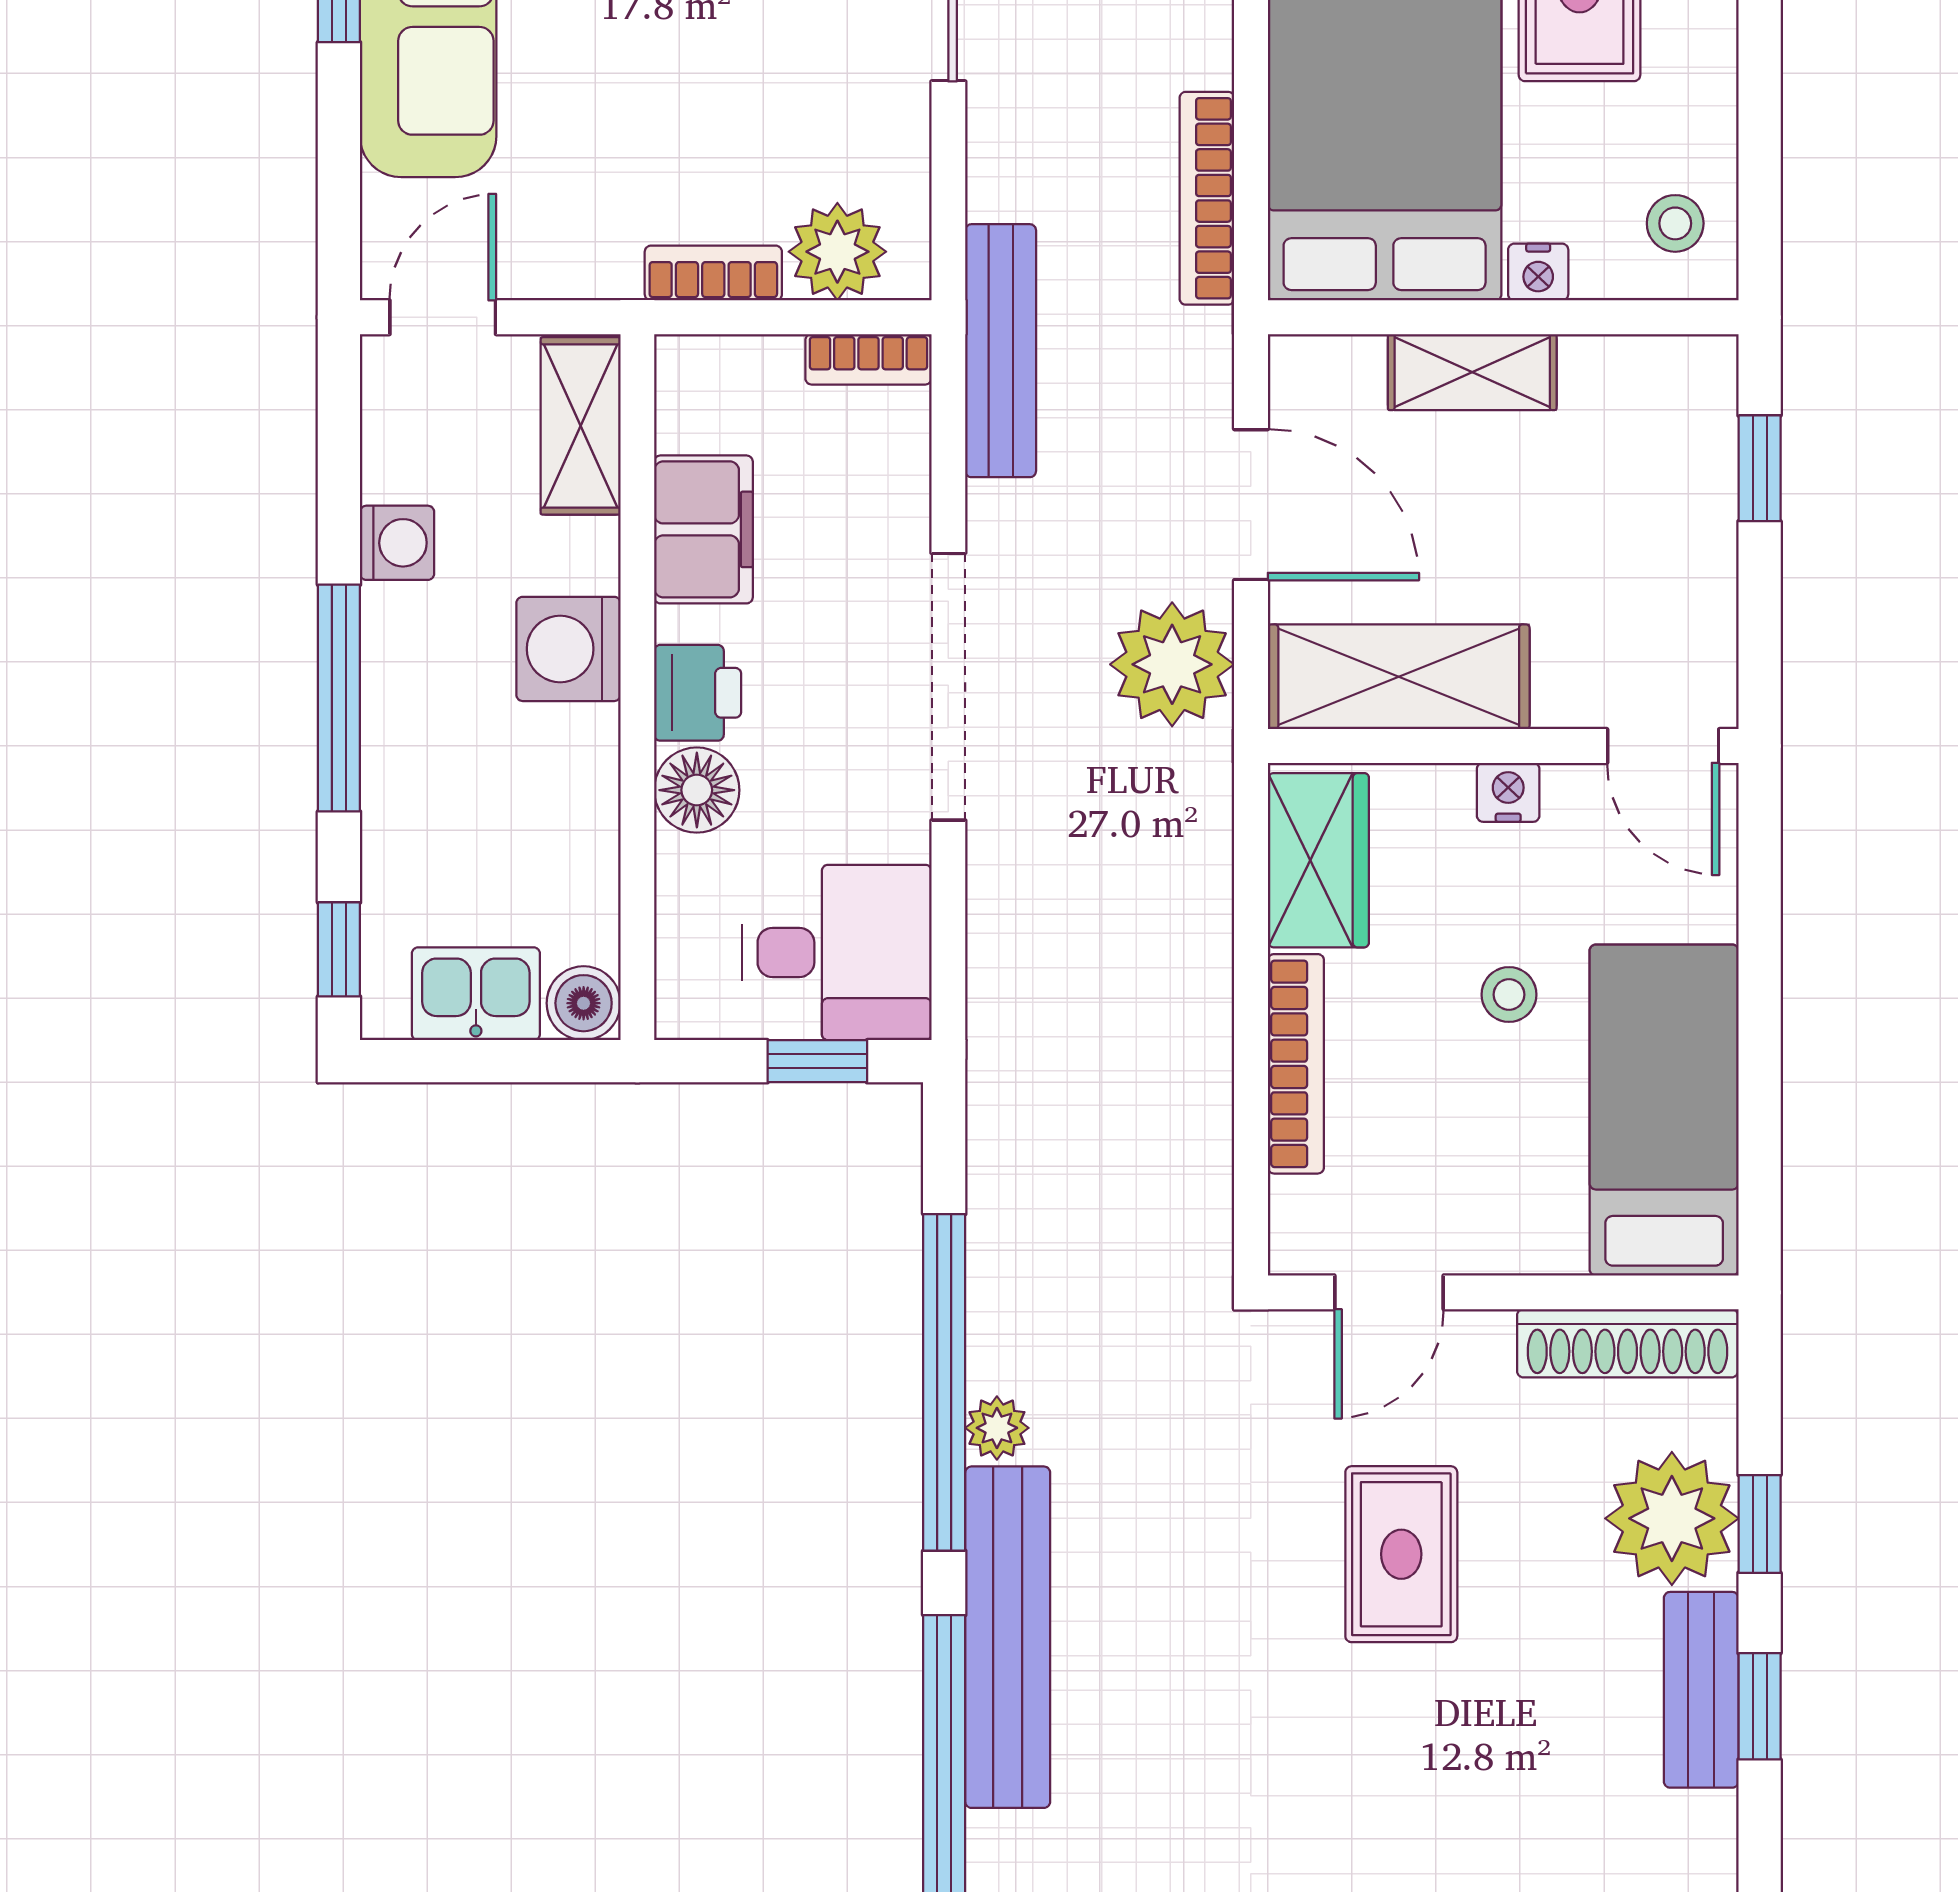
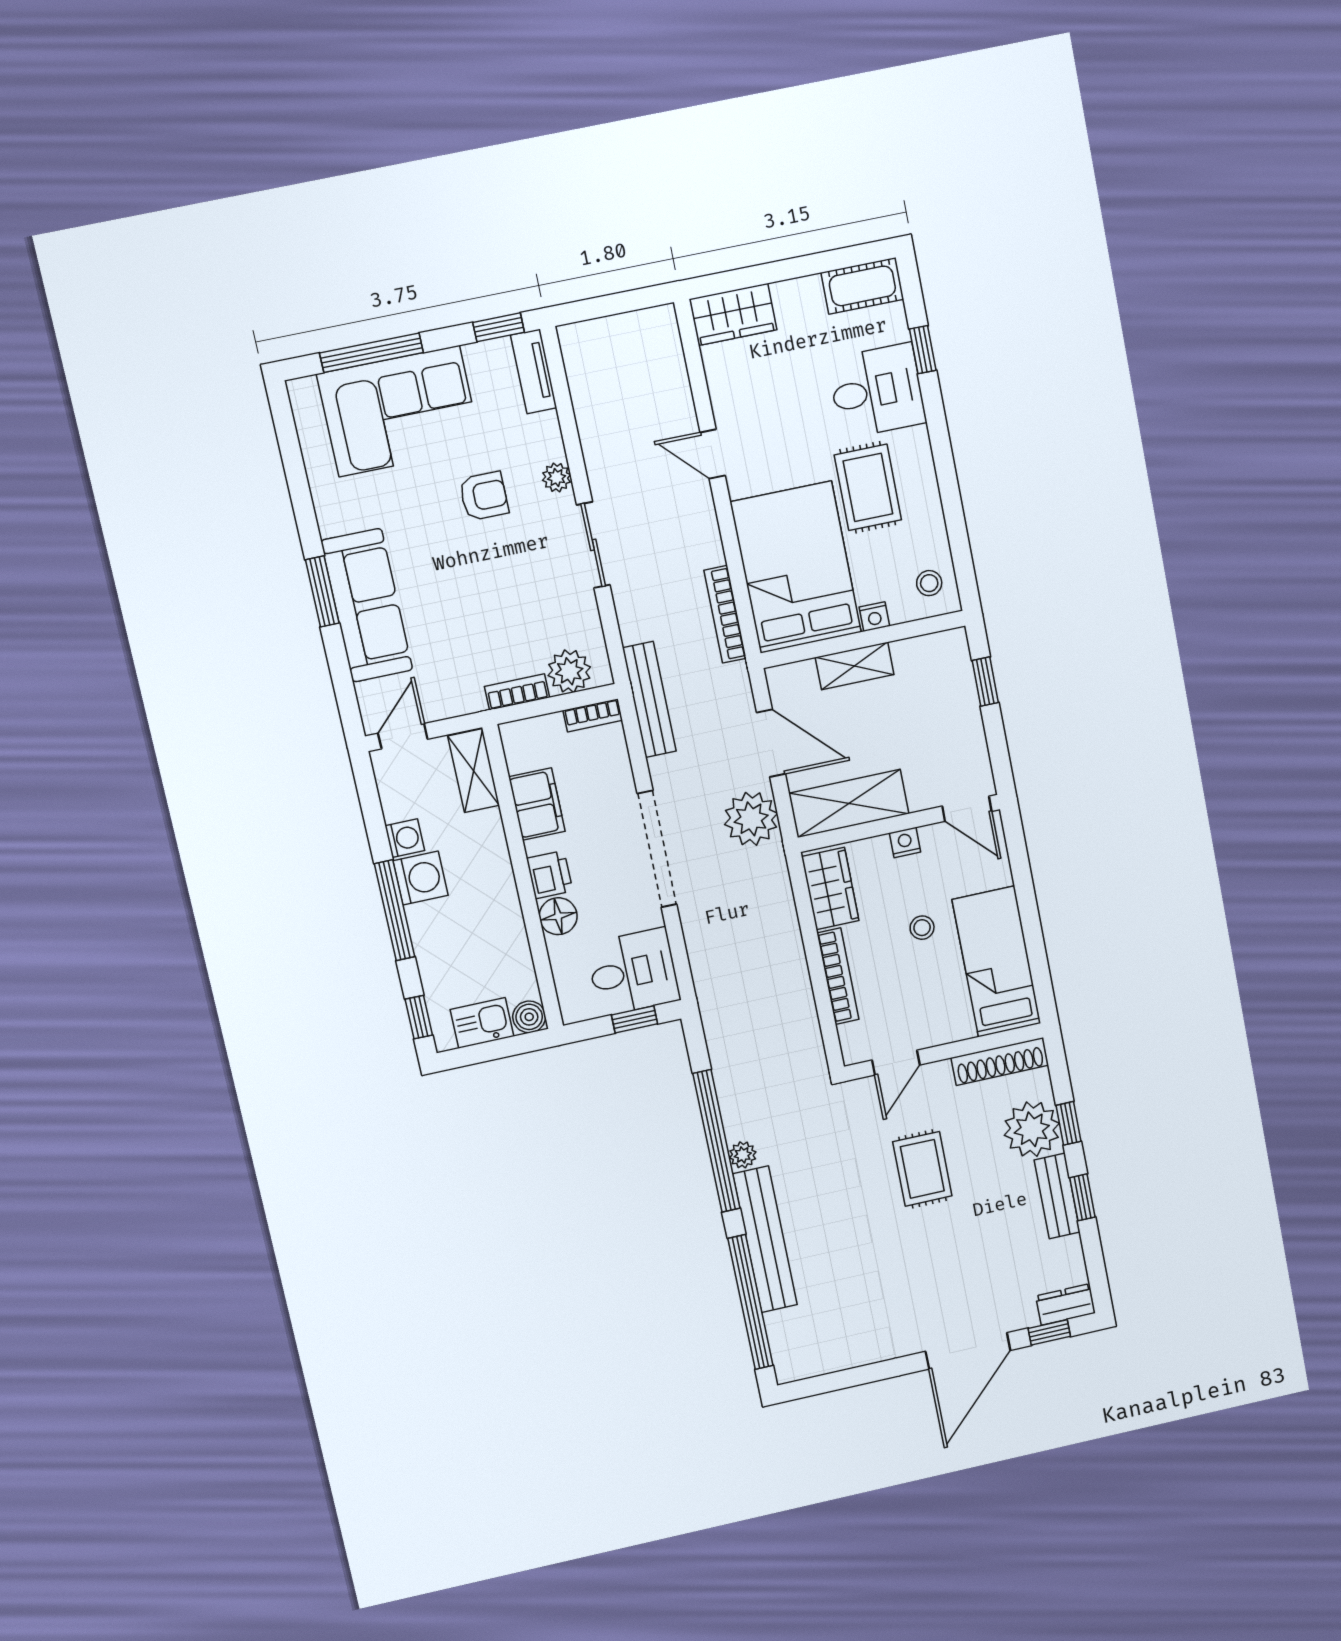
washing machine: (568, 649) -> (421, 878), moved, turned 180

